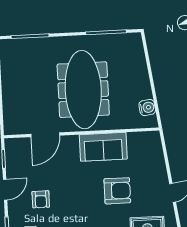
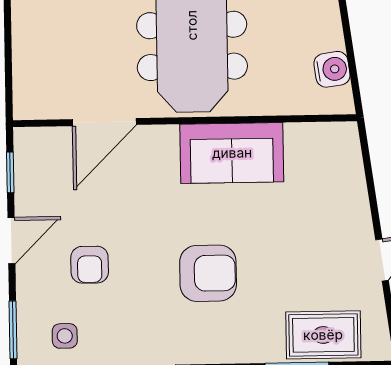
armchair: (117, 191) -> (208, 273), moved

